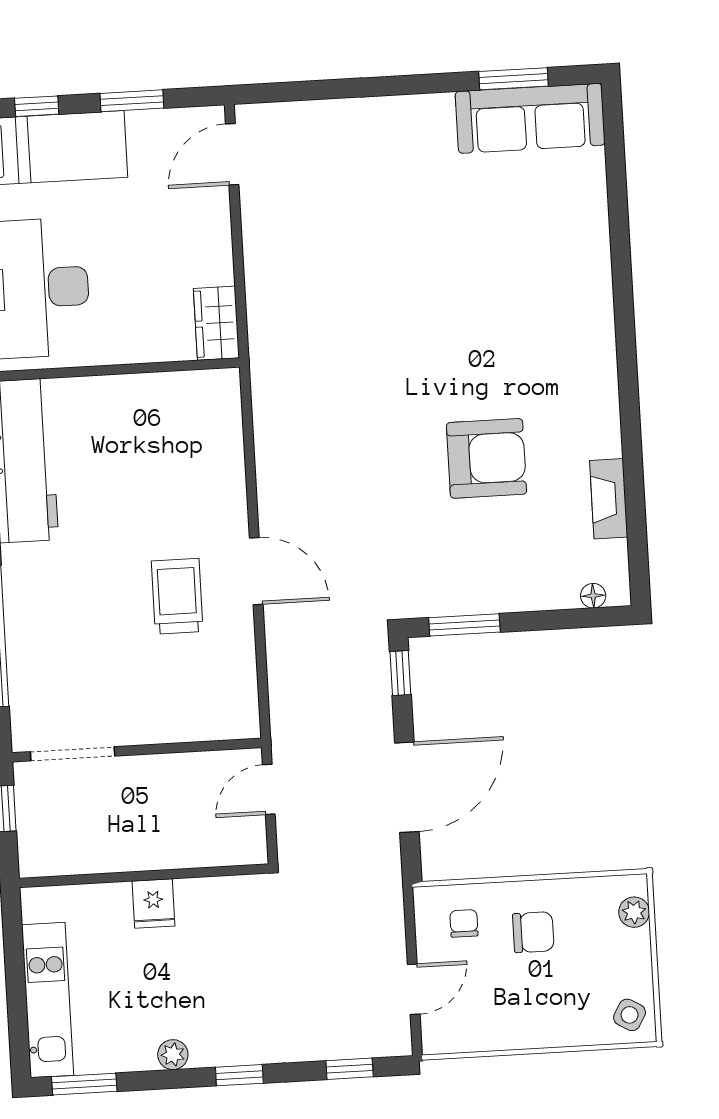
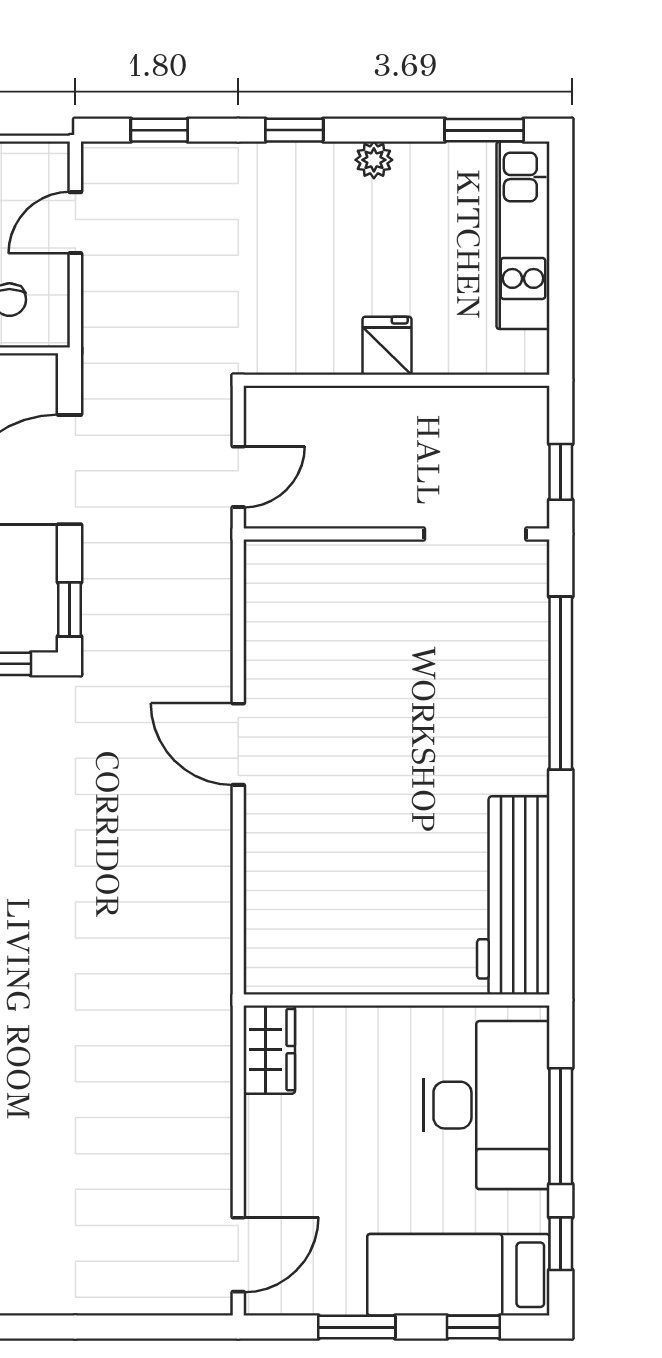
trolley: (177, 596) -> (336, 719), removed

